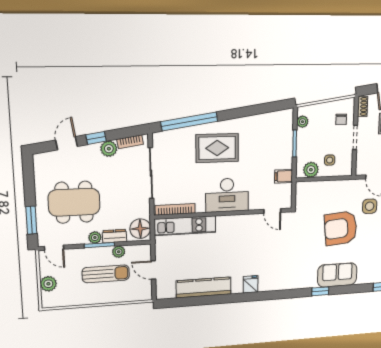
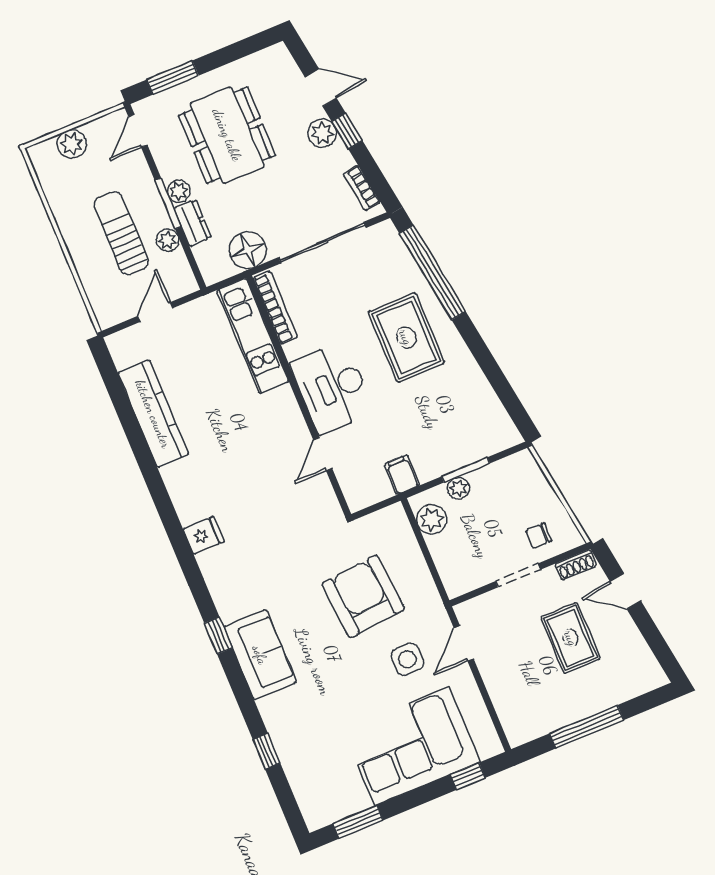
plant: (302, 122) -> (458, 488), moved
plant: (109, 149) -> (322, 133), moved
side table: (330, 160) -> (461, 546), removed
door: (272, 211) -> (323, 454), moved
armchair: (341, 228) -> (363, 596), moved
floor lamp: (140, 229) -> (248, 250), moved
sun lounger: (106, 274) -> (121, 233), turned 180
fridge: (251, 284) -> (204, 535), moved

